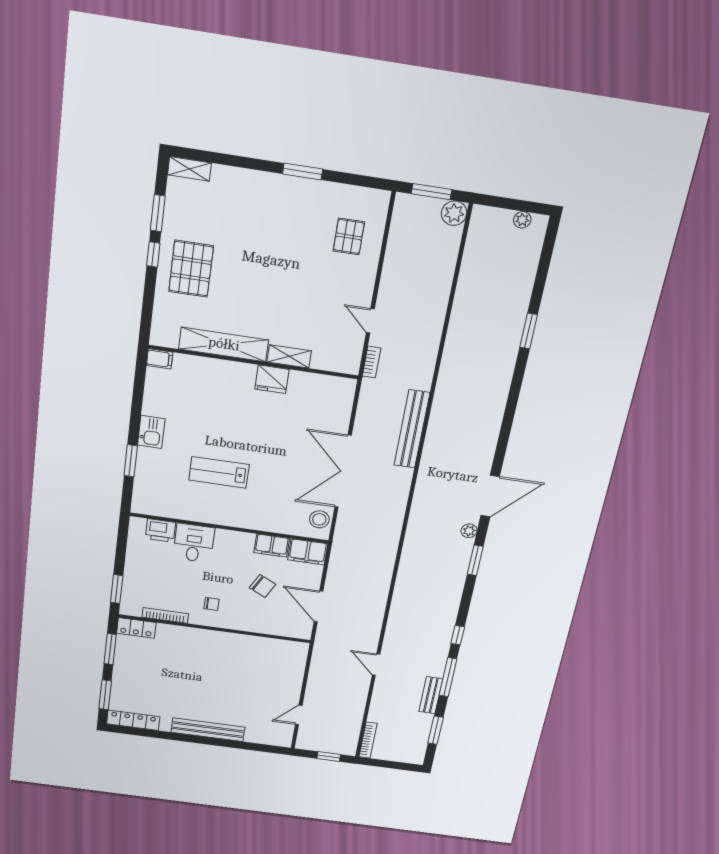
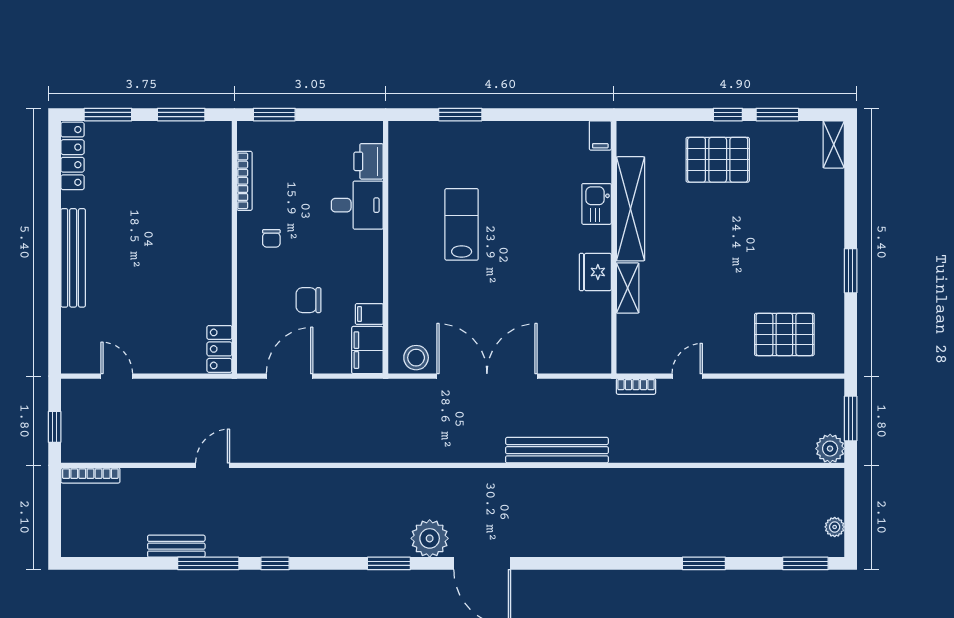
pallet: (349, 236) -> (784, 334), width x1.50, depth x1.42
kitchen sink: (151, 432) -> (597, 204), moved, turned 90
plant: (469, 531) -> (430, 538), width x1.88, depth x1.88
filing cabinet: (272, 546) -> (369, 314), width x0.50
chair: (263, 586) -> (309, 300), turned 63
locker: (136, 628) -> (219, 349), moved
window: (436, 730) -> (805, 563), moved

